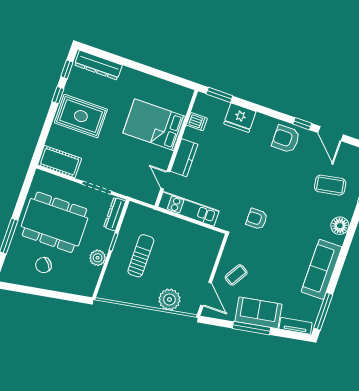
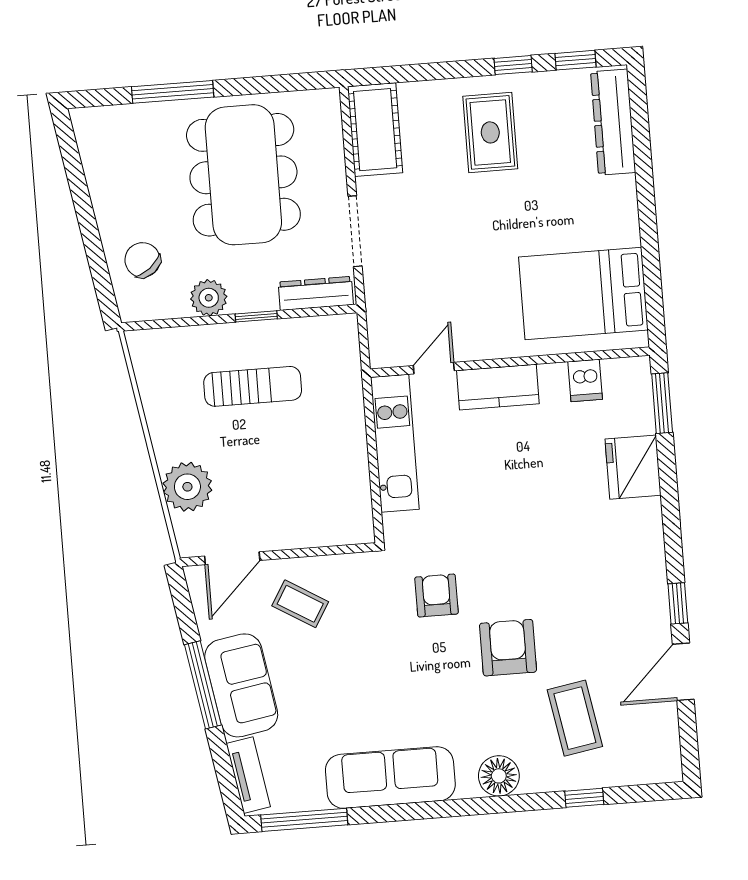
rug: (81, 116) -> (490, 132), width x0.73, depth x0.70
bed: (154, 125) -> (583, 294), moved, turned -90
armchair: (286, 139) -> (508, 648), moved
chair: (44, 265) -> (142, 260), moved

